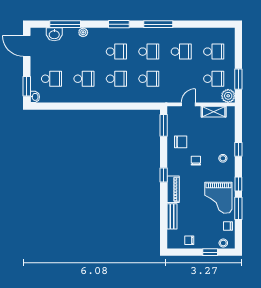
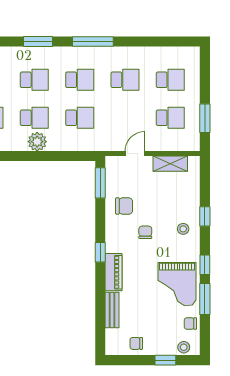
plant: (228, 96) -> (37, 142), moved

